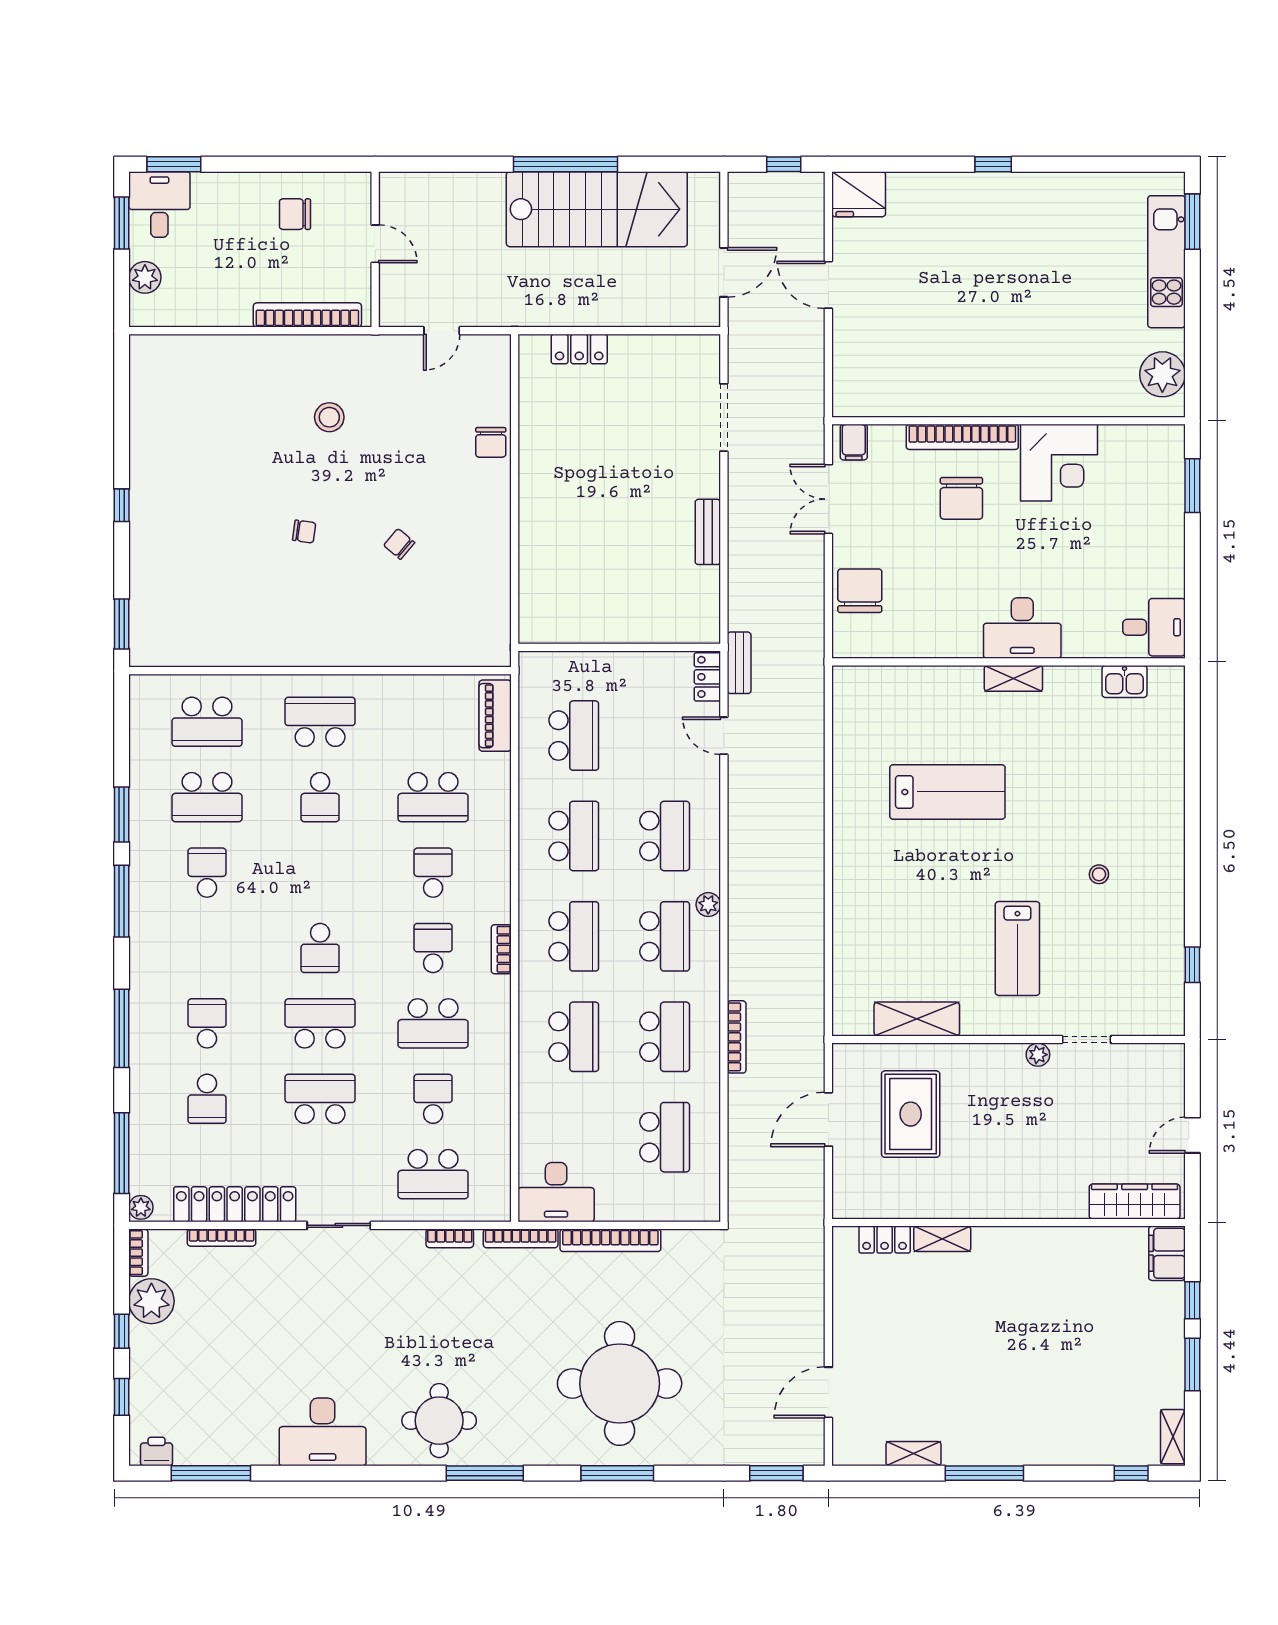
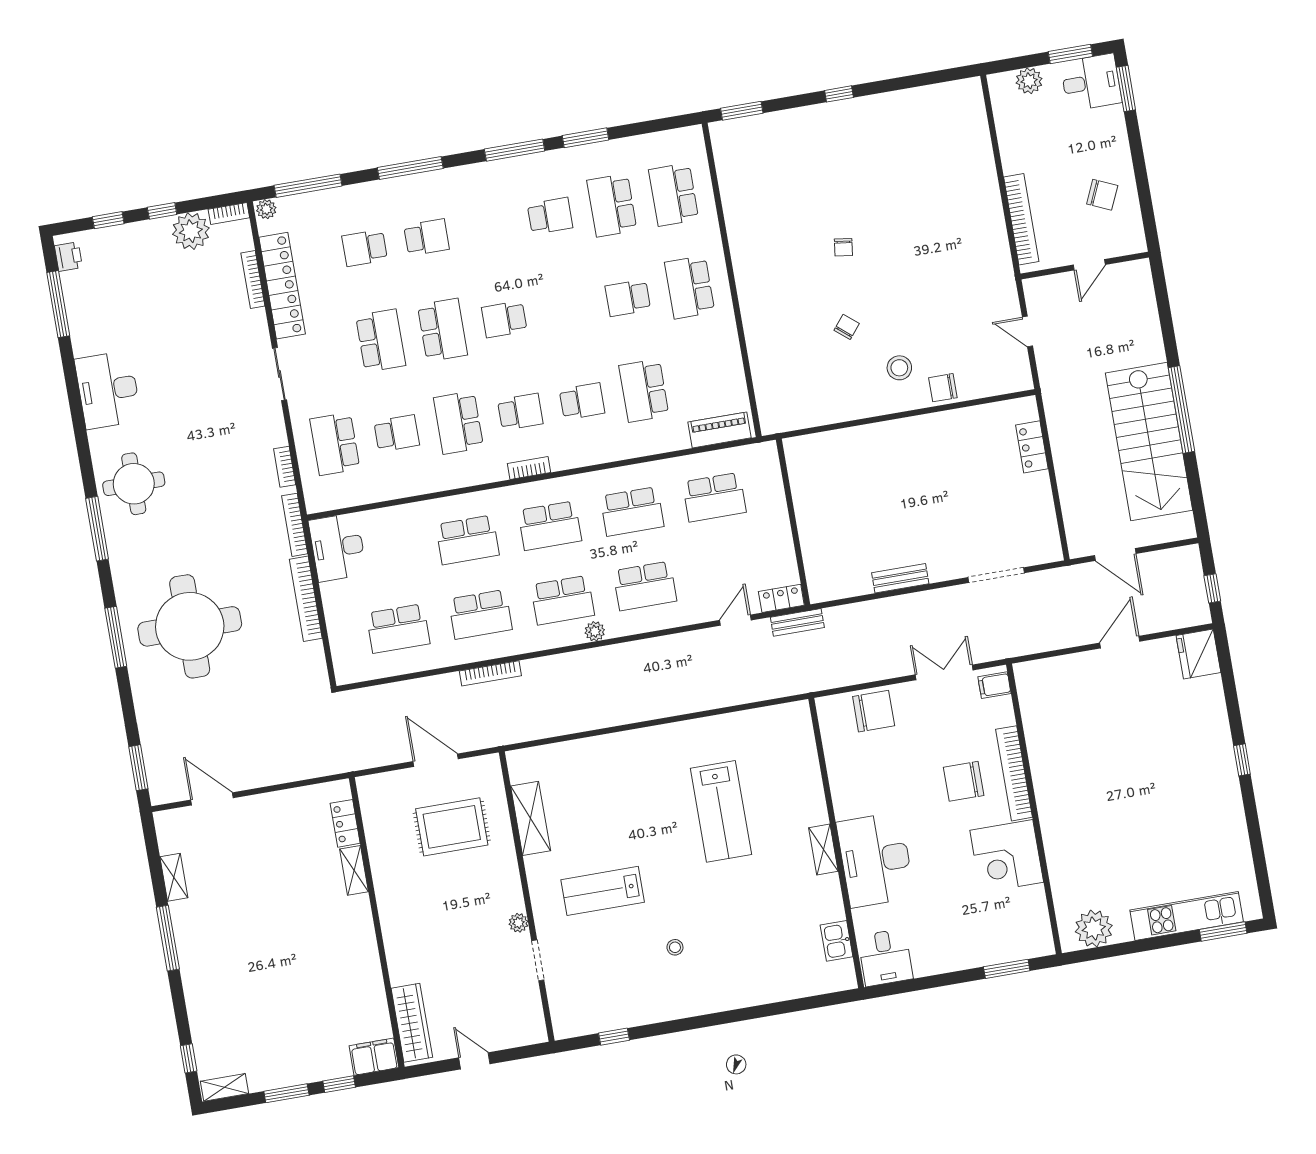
chair: (295, 214) -> (1102, 195), turned 114
stool: (329, 417) -> (899, 368), moved
desk: (1022, 628) -> (875, 860), width x1.36, depth x1.30
school desk: (320, 722) -> (690, 287), turned 180

